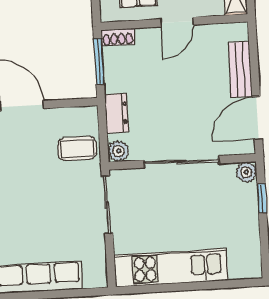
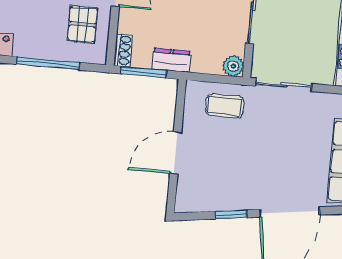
dresser: (117, 113) -> (171, 60), moved
coffee table: (77, 149) -> (225, 106), turned 90

